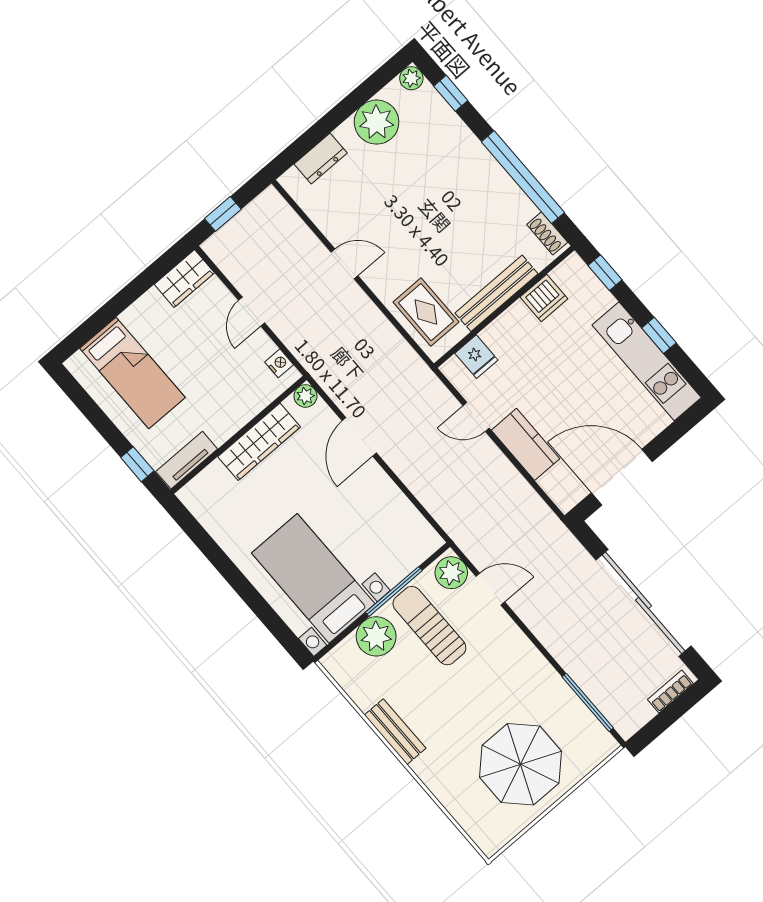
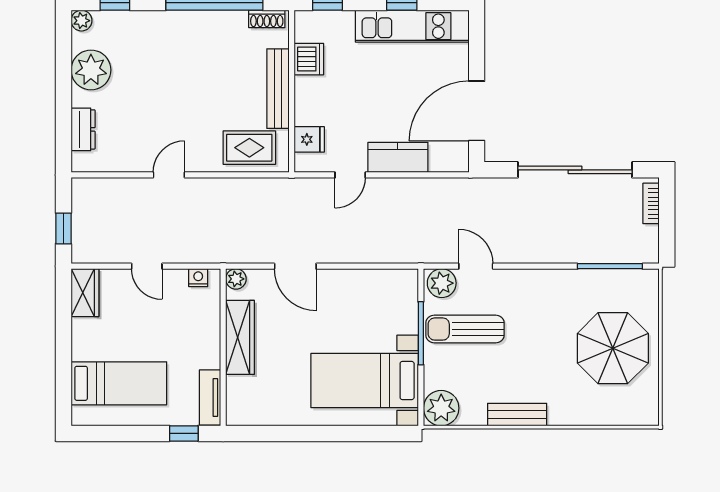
door: (490, 589) -> (476, 266), hinge flipped
plant: (376, 636) -> (441, 408), moved

